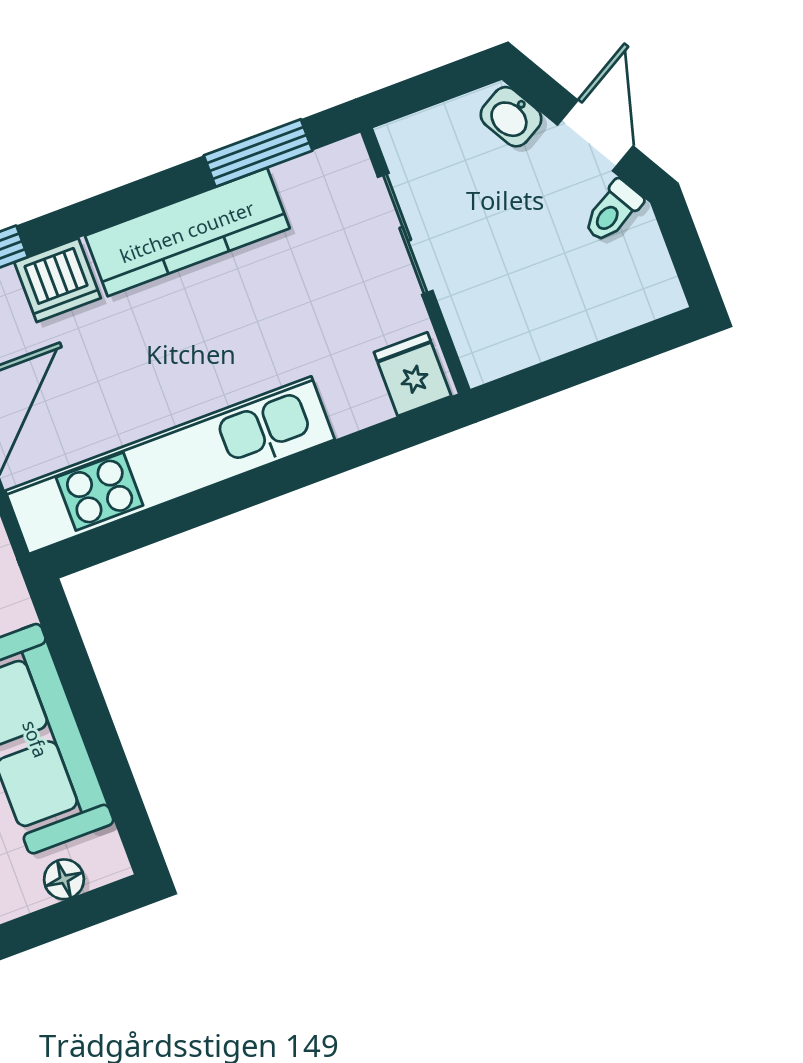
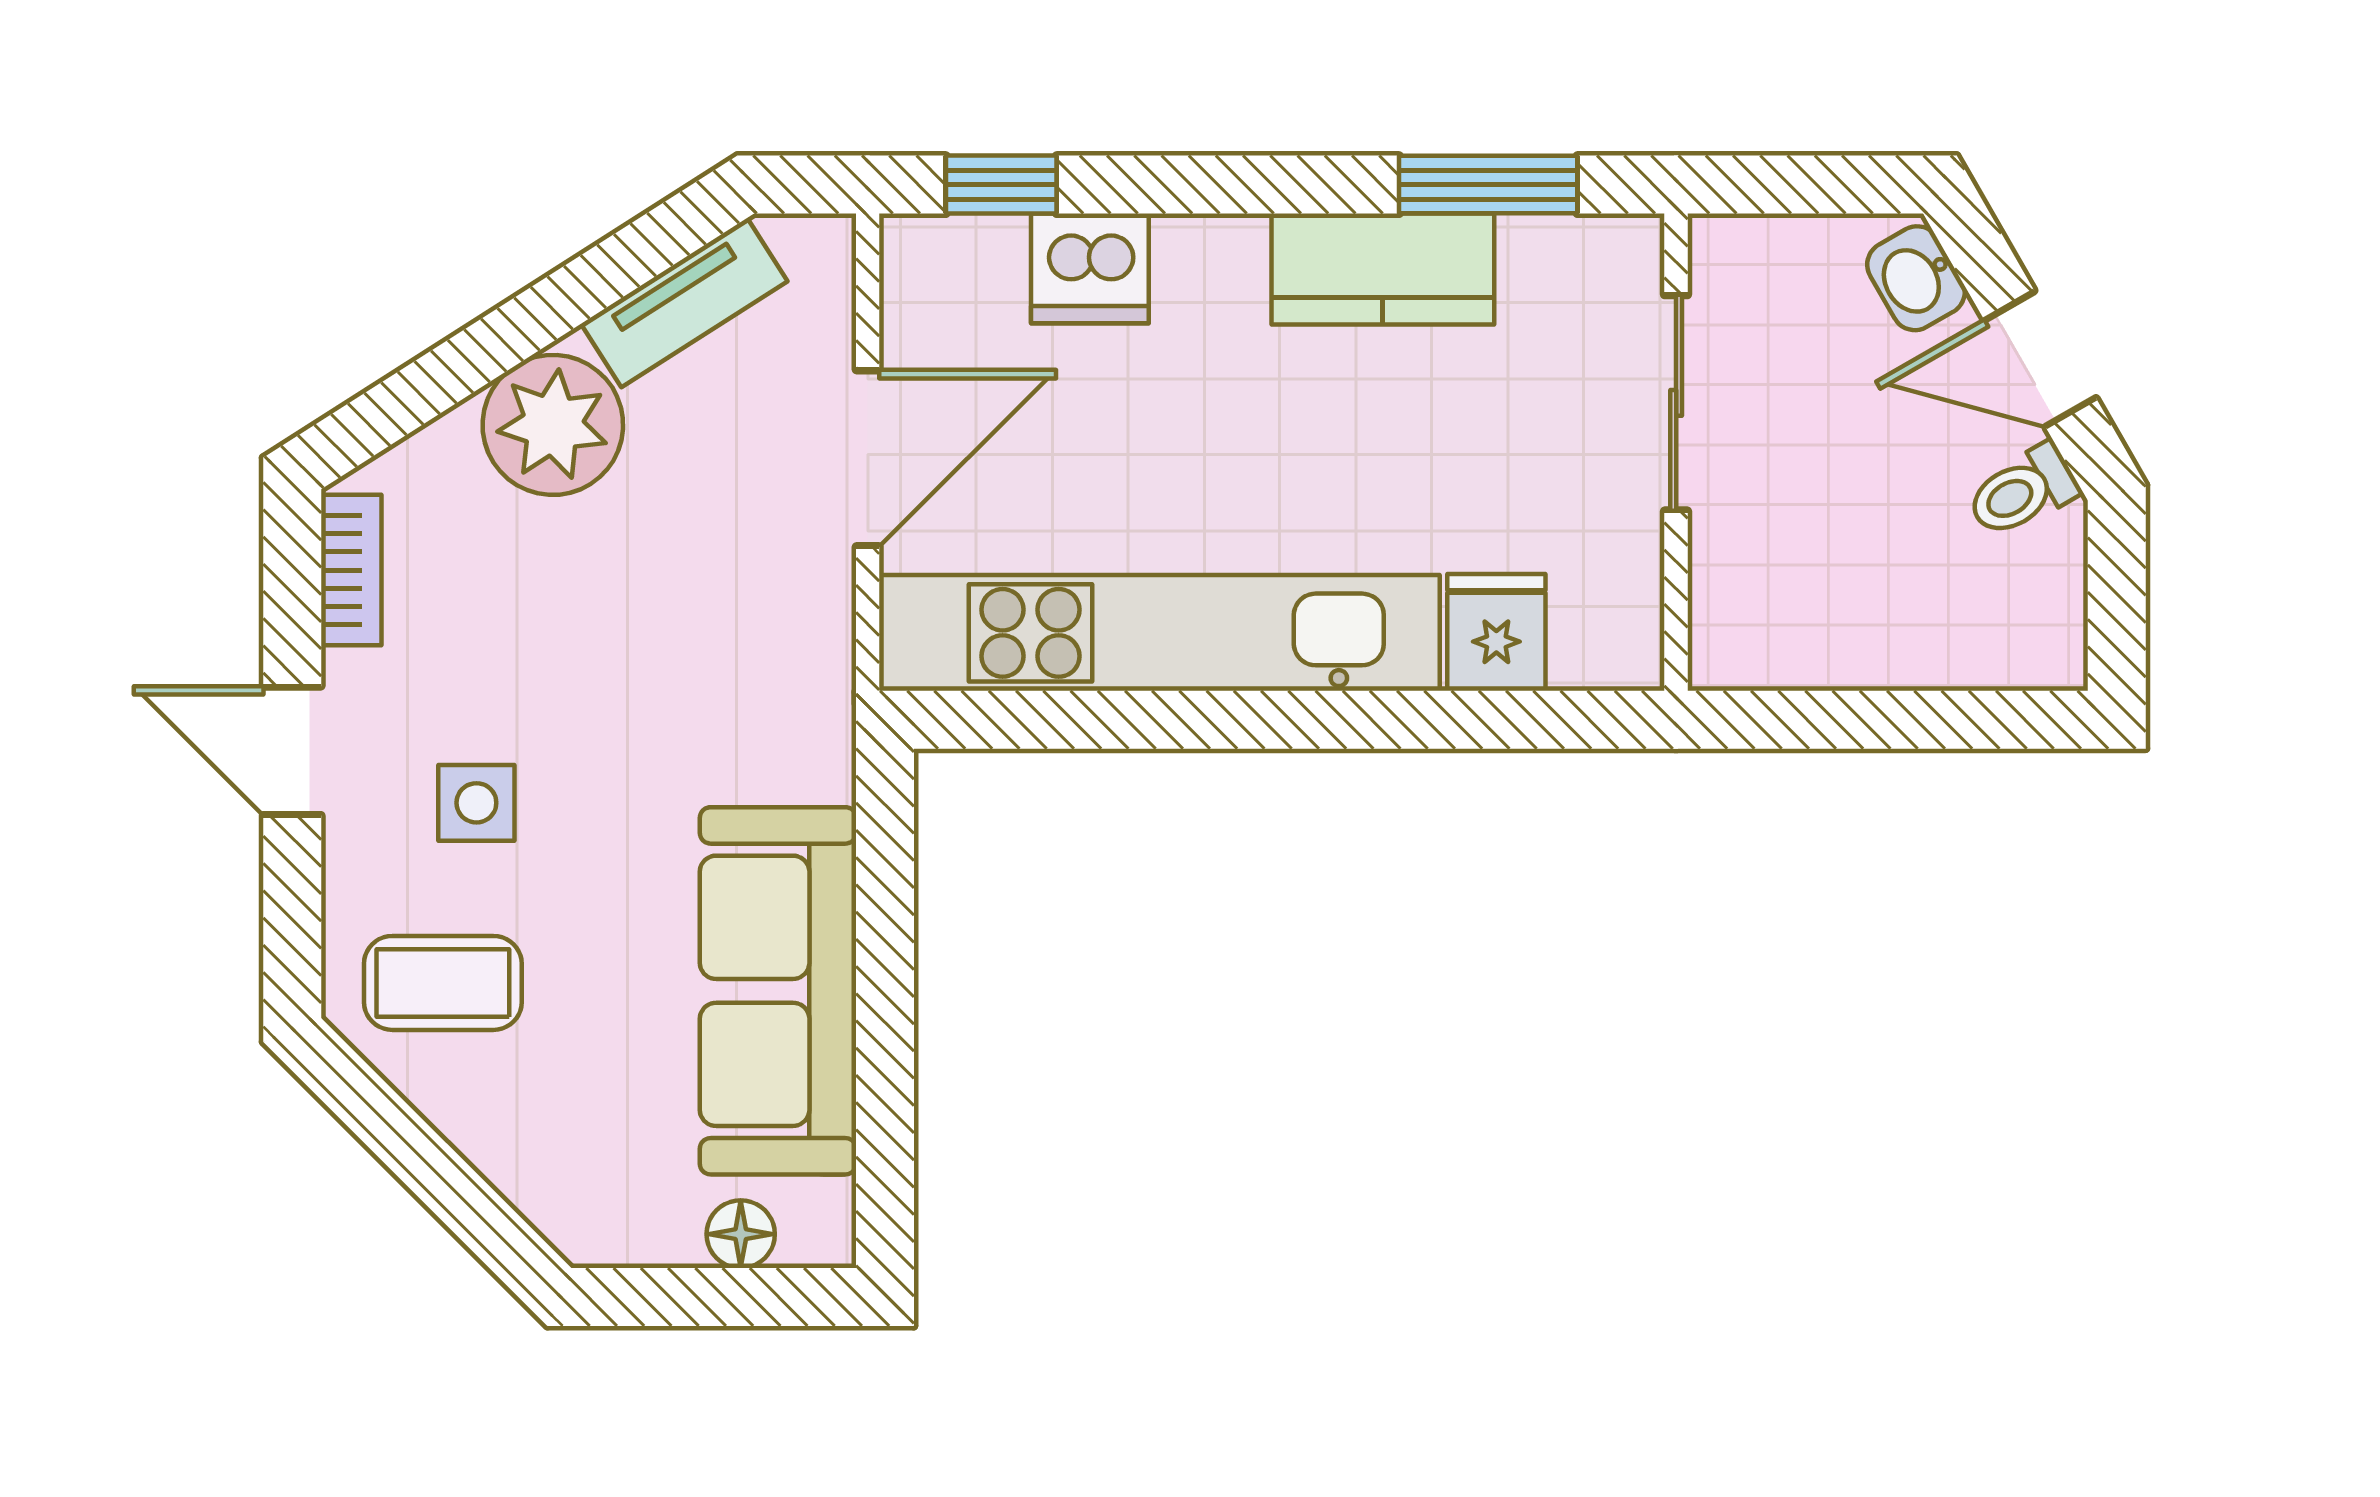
door: (595, 136) -> (2040, 359), swing flipped
kitchen counter: (187, 232) -> (1383, 269), width x0.67
fridge: (413, 374) -> (1496, 632), moved

